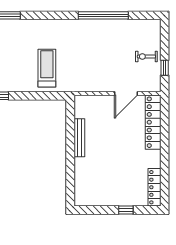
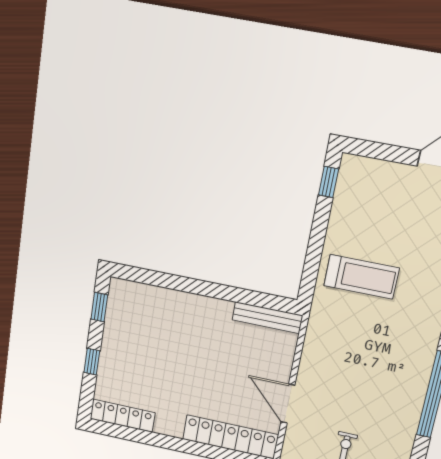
bench: (79, 138) -> (267, 318), moved
window: (93, 210) -> (99, 307), added

